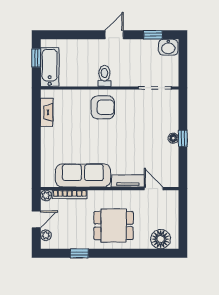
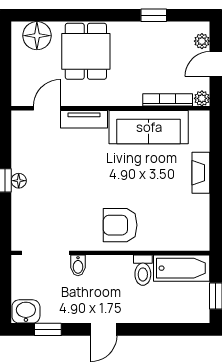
bathtub: (50, 67) -> (182, 268), moved, turned -90
toilet: (104, 76) -> (143, 270), moved
bidet: (132, 79) -> (78, 265), added
fireplace: (47, 112) -> (201, 173), moved
door: (154, 189) -> (47, 108), swing flipped
dining table: (114, 226) -> (86, 51), moved, turned 90

